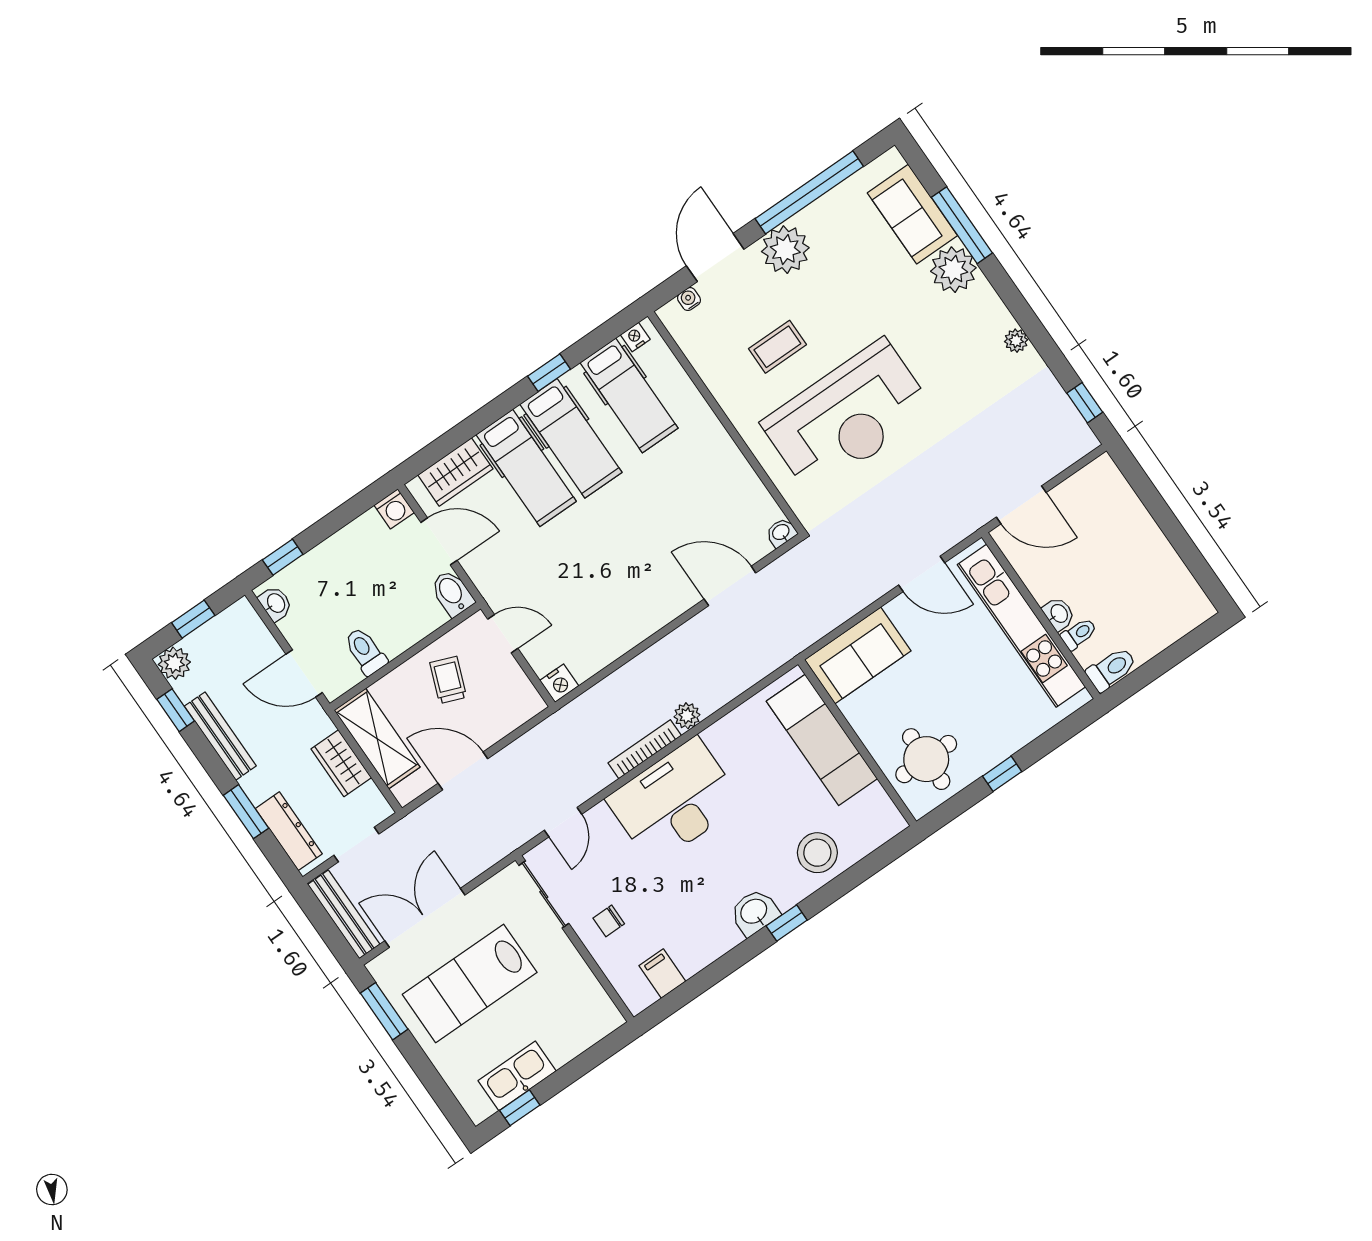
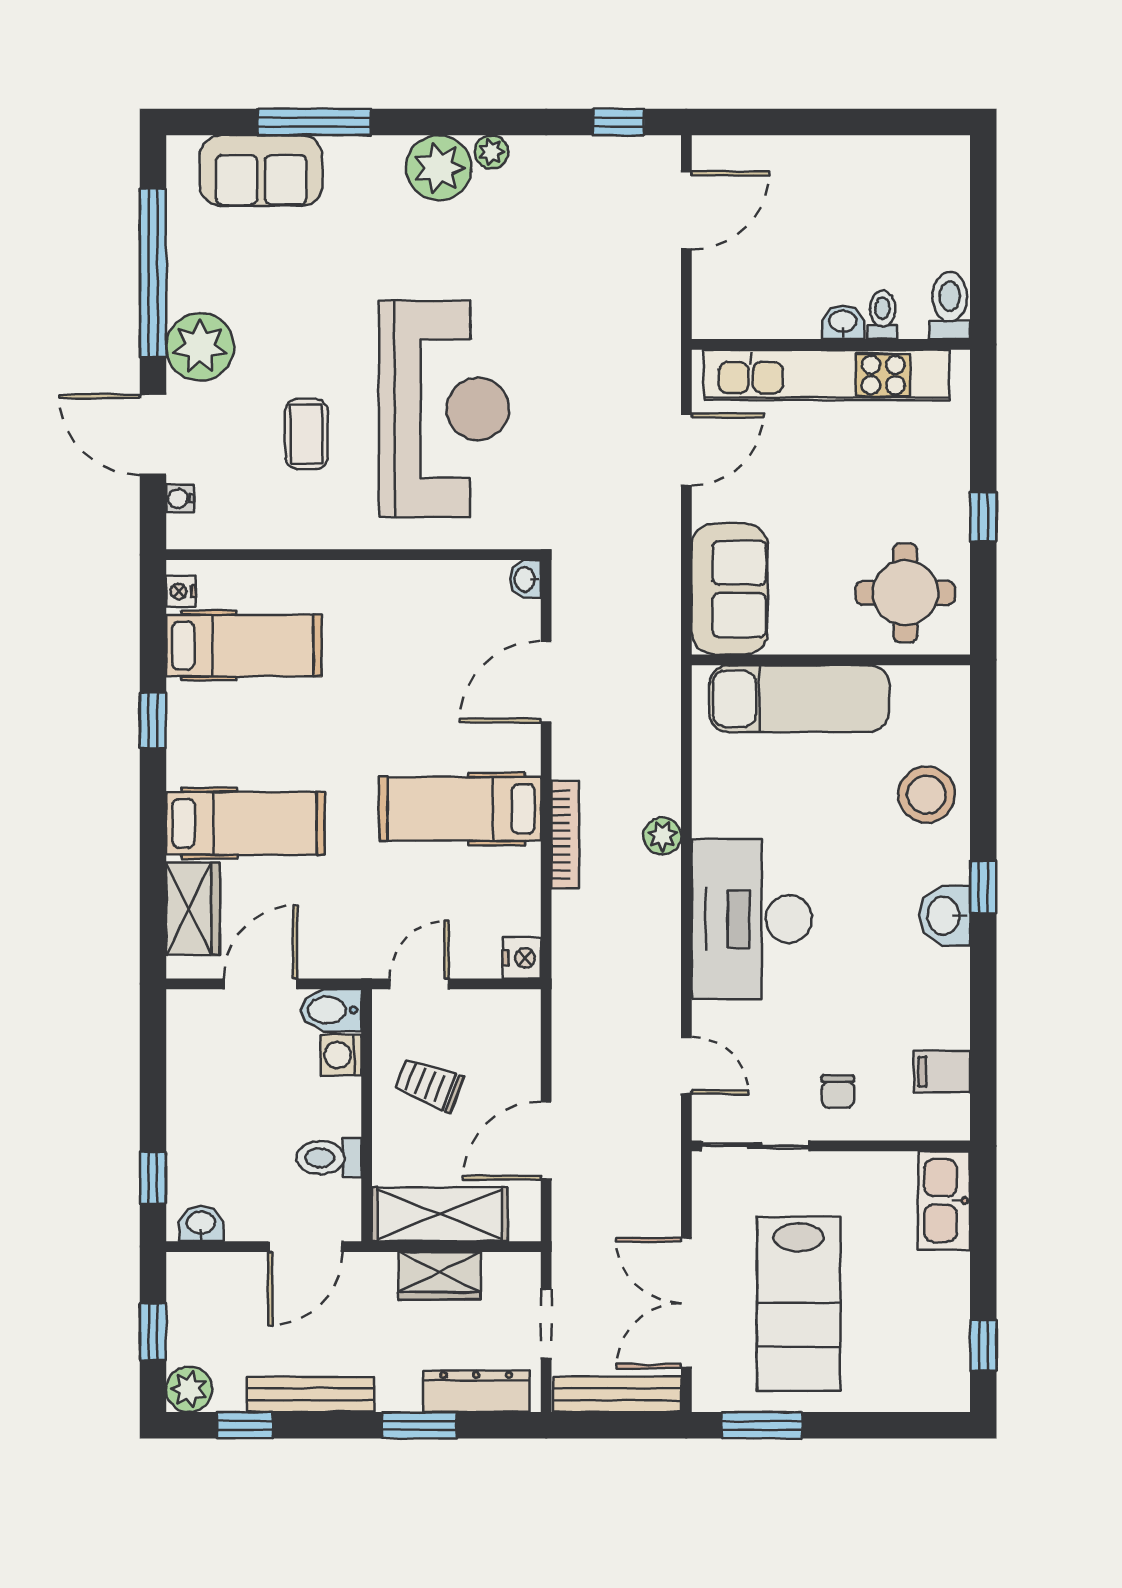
plant: (953, 270) -> (439, 168), moved
hospital bed: (571, 438) -> (460, 809), moved, turned 180
door: (1021, 505) -> (686, 210), moved
washing machine: (394, 509) -> (341, 1055), moved, turned 180
bookcase: (645, 749) -> (565, 835), moved, turned 180
kitchen sink: (517, 1076) -> (944, 1201), moved

